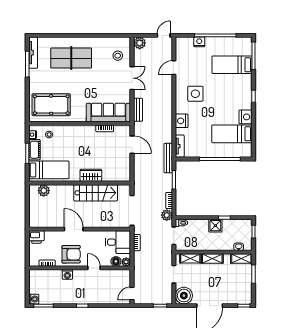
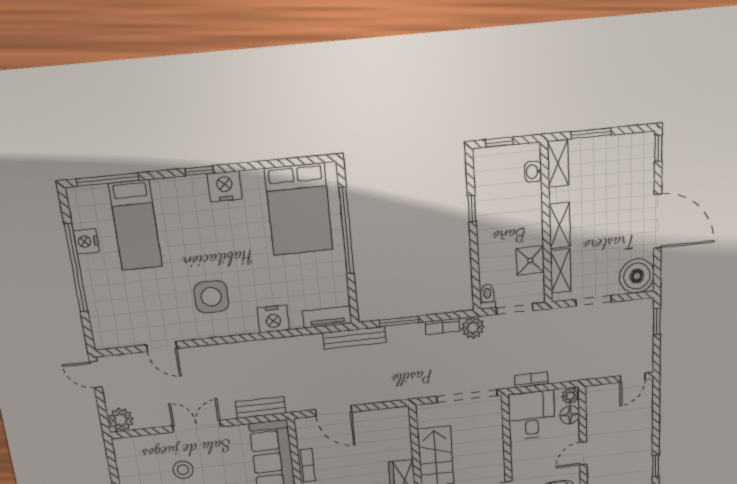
nightstand: (199, 42) -> (86, 241), moved
stool: (118, 56) -> (183, 470), moved
nightstand: (246, 117) -> (225, 186), moved
bed: (232, 134) -> (299, 209), width x1.50
door: (132, 145) -> (334, 411), swing flipped
shower: (215, 226) -> (530, 260), moved
door: (132, 293) -> (633, 378), hinge flipped

